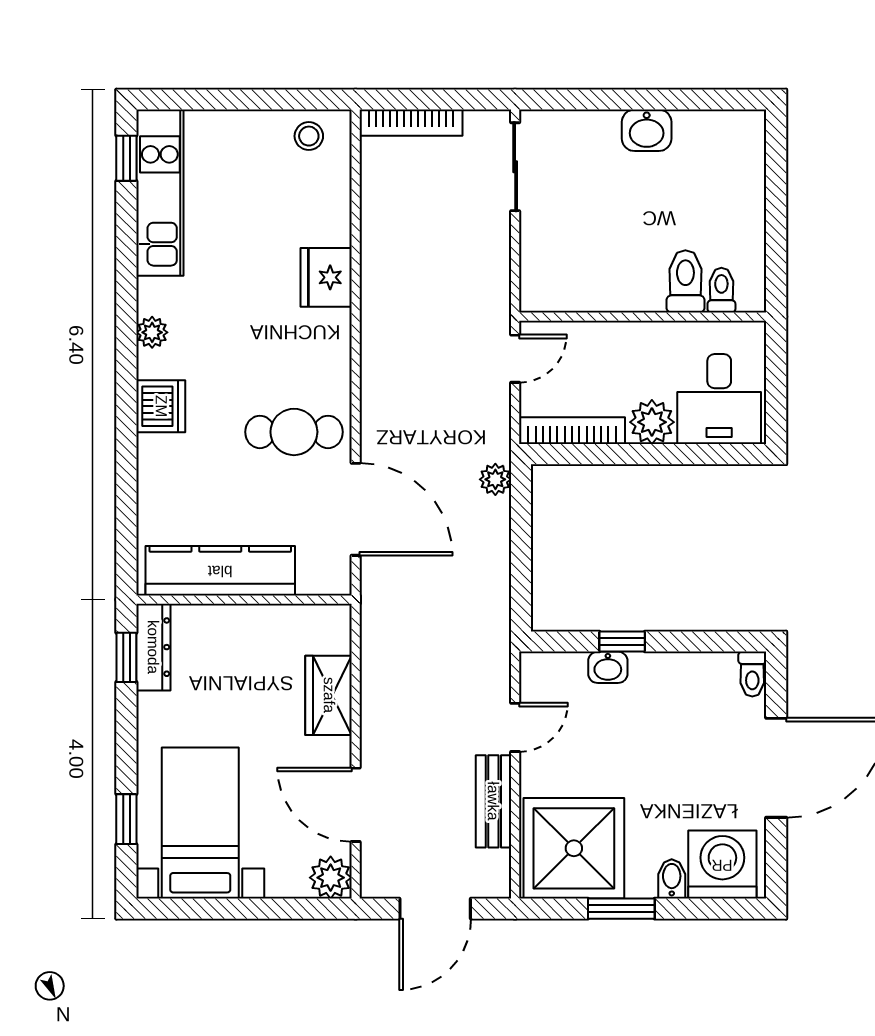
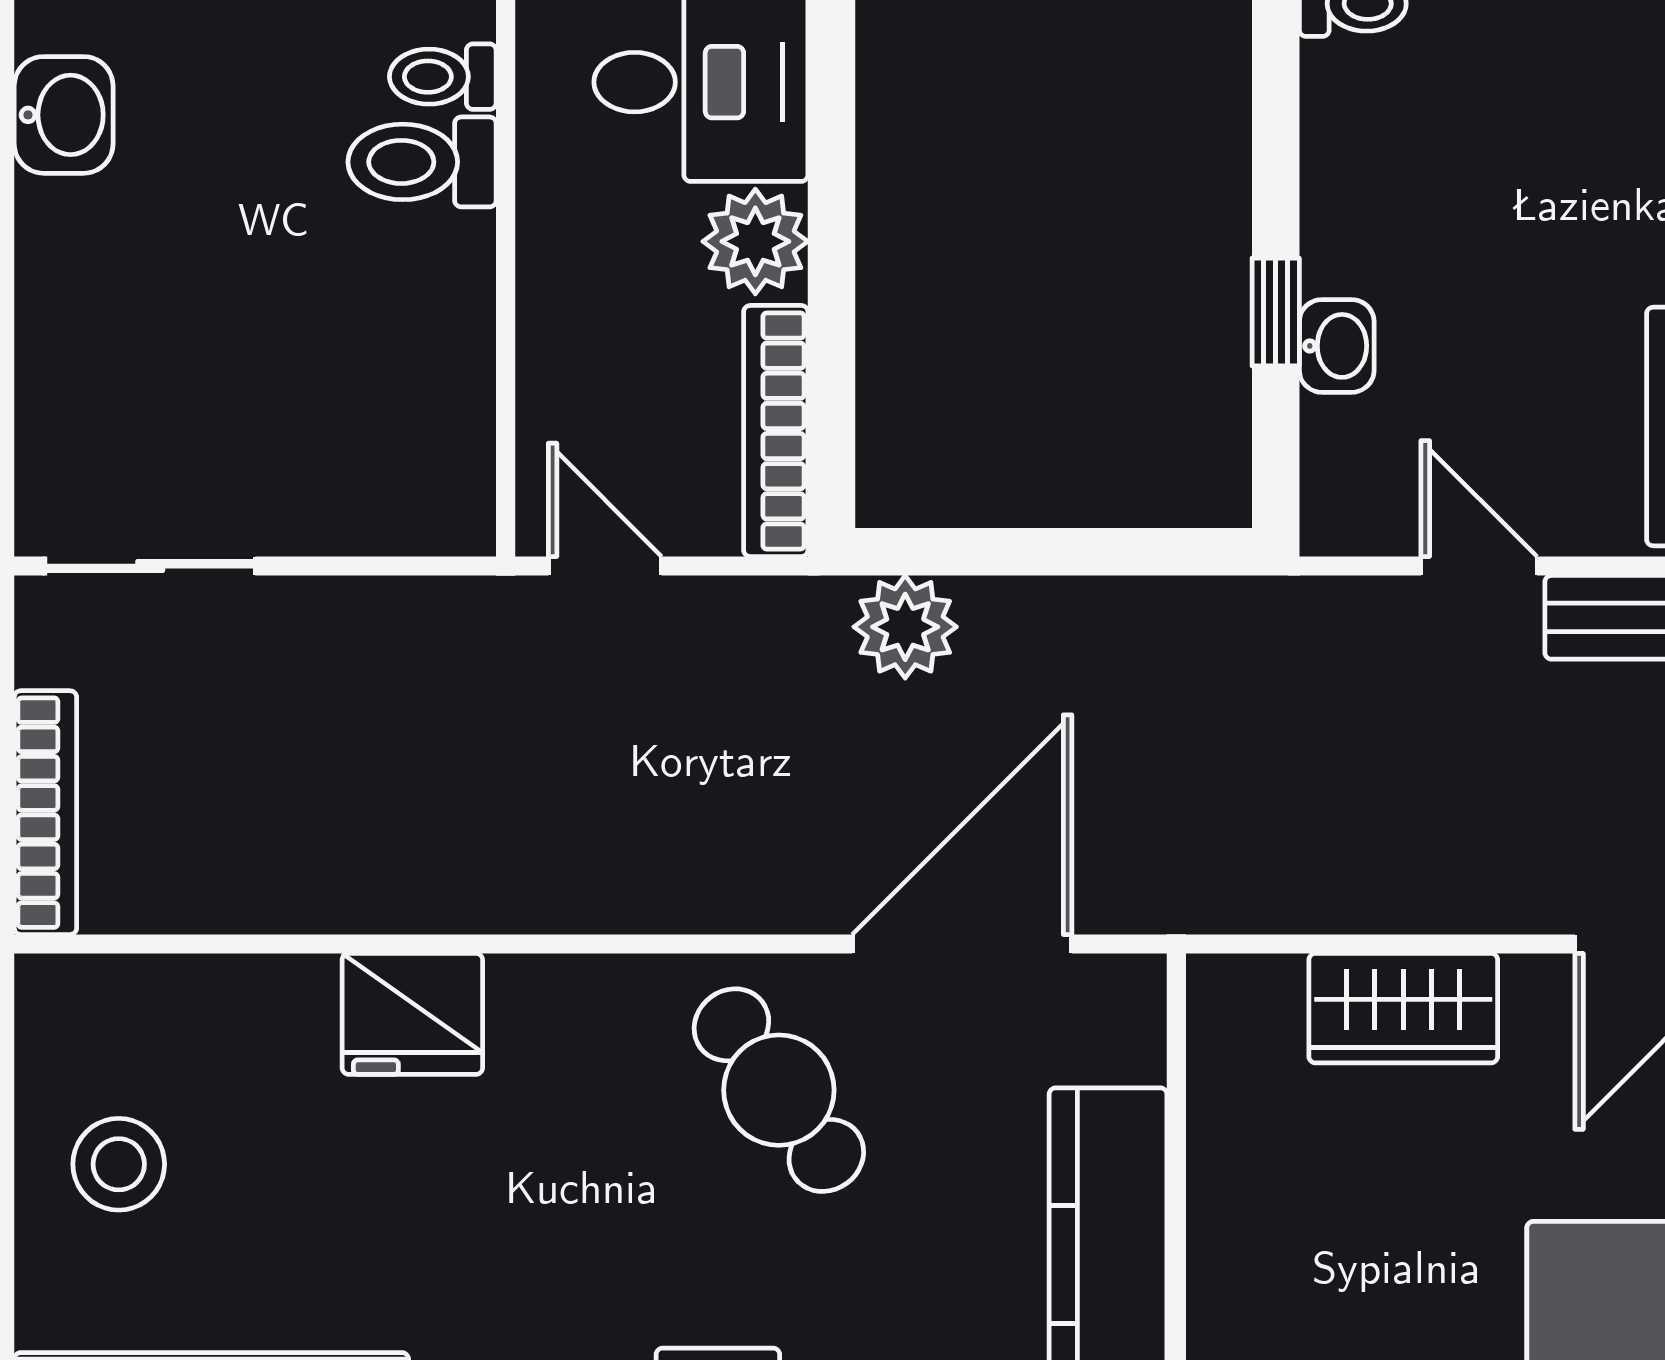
washbasin: (647, 130) -> (64, 115), moved
stool: (309, 136) -> (119, 1164), moved, width x1.37, depth x1.37
cafe table: (294, 432) -> (779, 1090), turned -36
plant: (495, 479) -> (905, 627), width x1.38, depth x1.38

